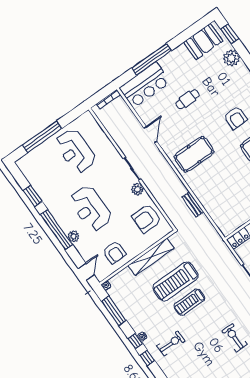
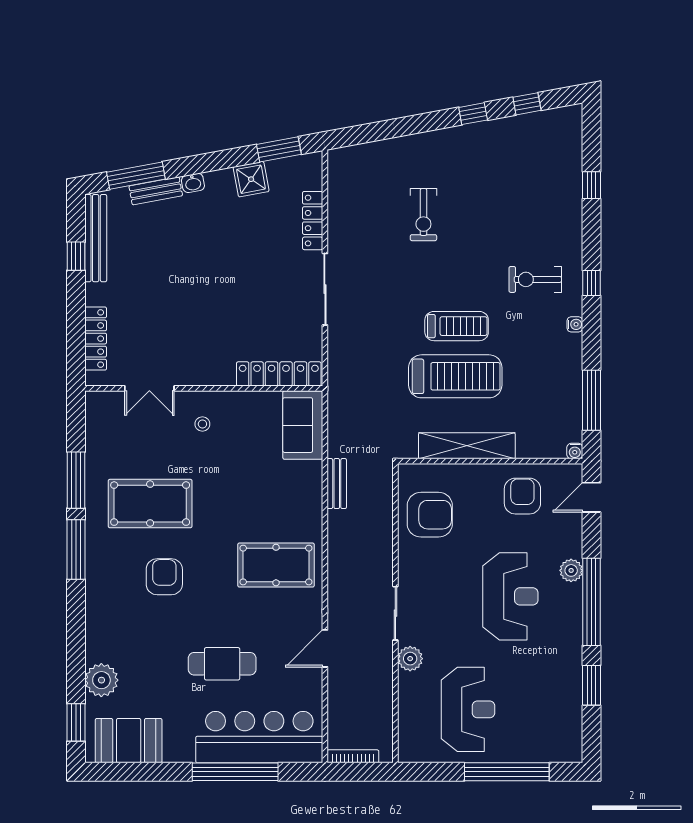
bar counter: (145, 85) -> (259, 737), width x1.36
cafe table: (188, 99) -> (222, 664), width x1.37, depth x1.35
plant: (137, 189) -> (410, 659), moved
sofa: (223, 218) -> (303, 425), added
window: (135, 341) -> (591, 325), removed

